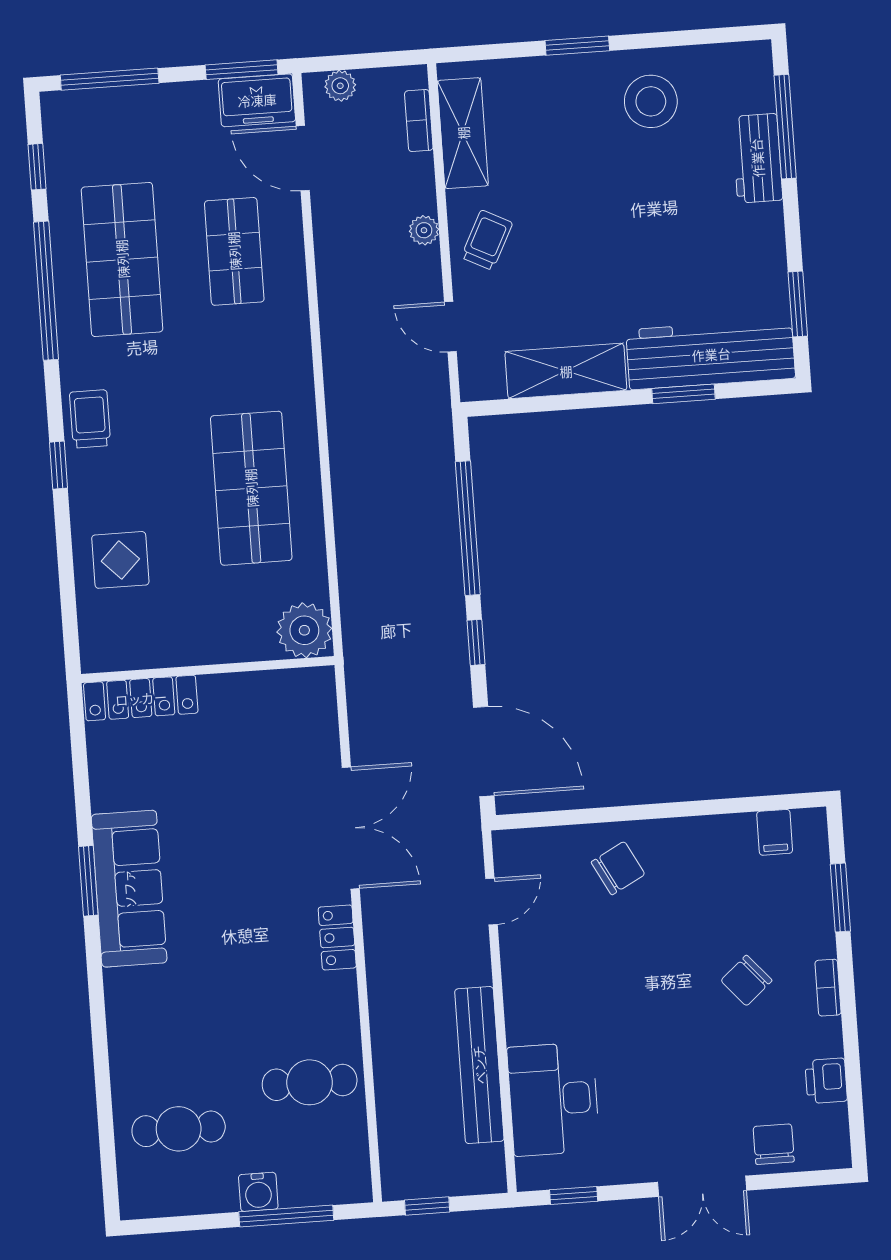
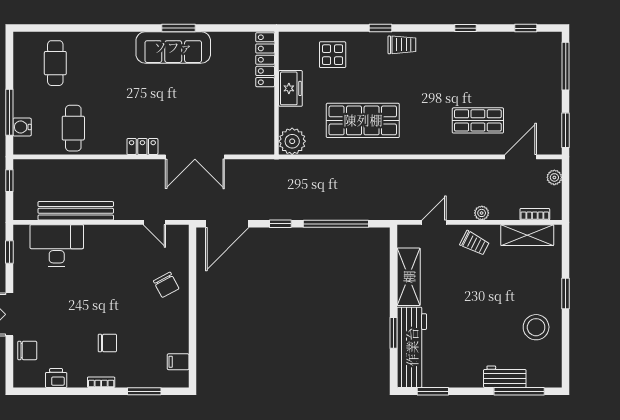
freezer: (257, 100) -> (290, 88), moved, turned 180
shop shelf: (122, 259) -> (478, 66), removed
window: (46, 291) -> (465, 28), width x0.32
chair: (746, 980) -> (107, 343), turned 131
water cooler: (258, 1192) -> (22, 127), moved

